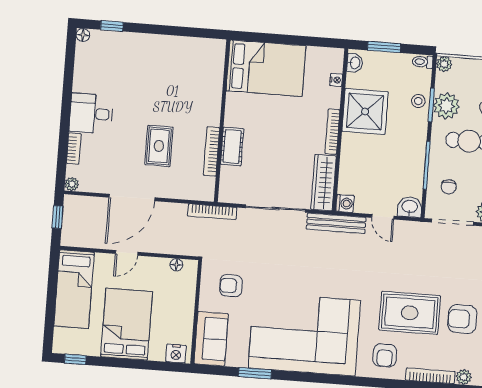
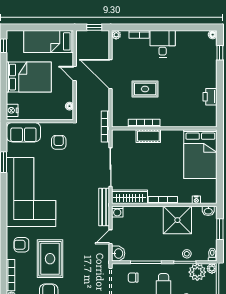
printer: (179, 47) -> (210, 97), added
plant: (446, 106) -> (197, 272), moved

